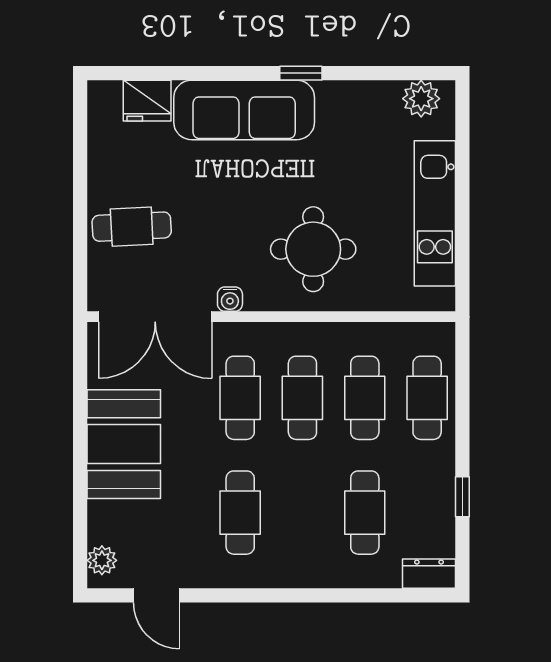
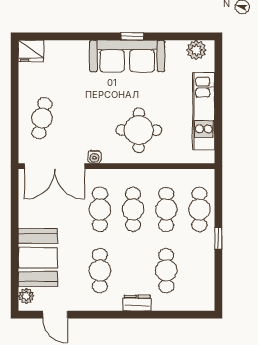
fridge: (147, 101) -> (31, 51), moved
sofa: (244, 110) -> (127, 56), moved
cafe table: (132, 227) -> (42, 118), turned -76
booth: (124, 444) -> (38, 258), moved
window: (462, 497) -> (218, 238), moved
dresser: (429, 574) -> (137, 303), moved

